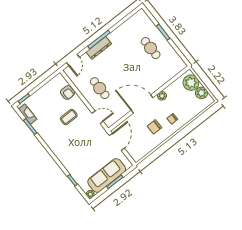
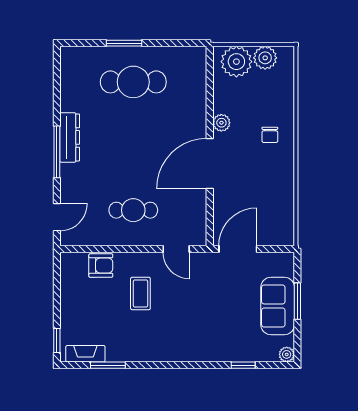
dresser: (99, 48) -> (70, 137), moved
cafe table: (151, 48) -> (133, 82), width x1.37, depth x1.35
door: (73, 60) -> (57, 217), hinge flipped
door: (98, 117) -> (176, 249), swing flipped
chair: (154, 127) -> (260, 172), removed
door: (117, 142) -> (238, 249), hinge flipped
sofa: (107, 175) -> (278, 306), width x0.73

